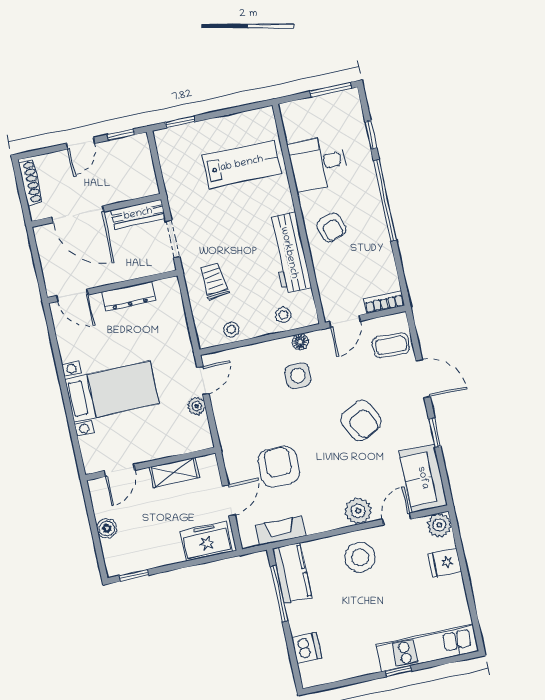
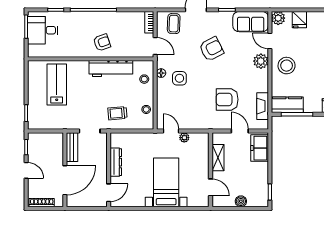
desk: (318, 163) -> (43, 30), moved, turned 90

